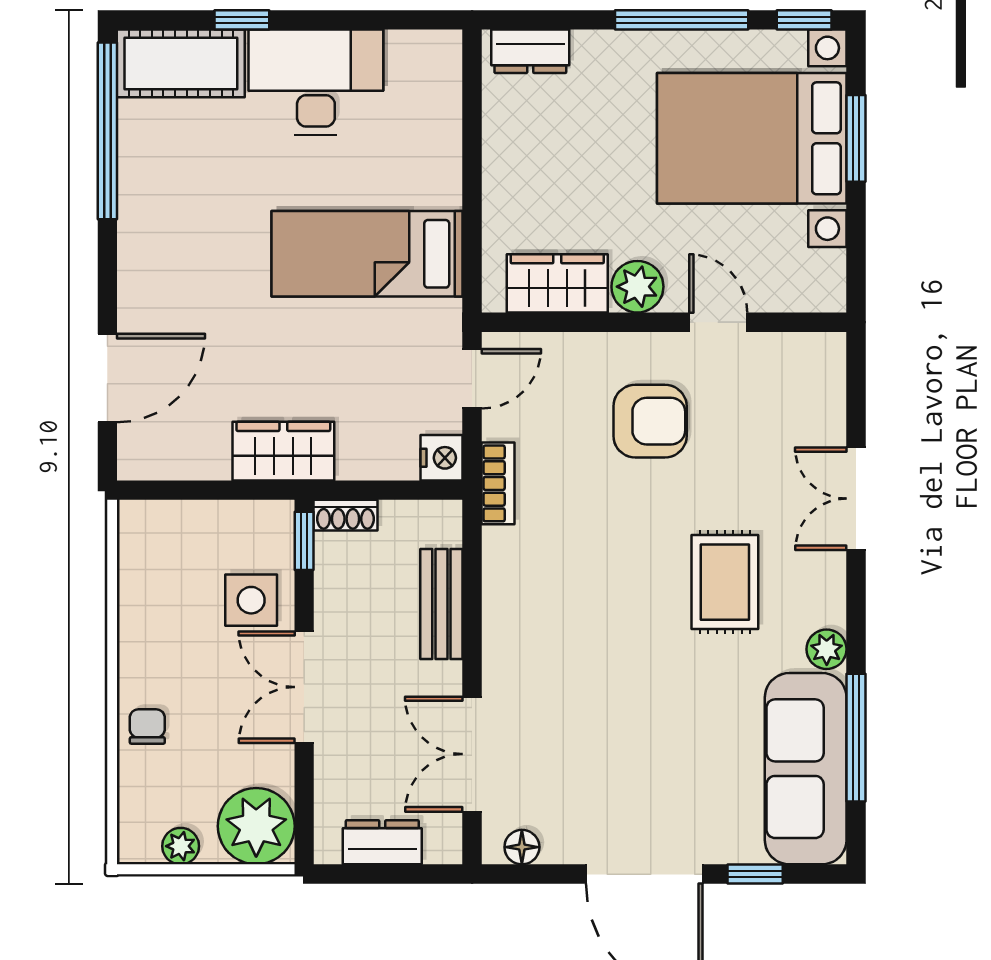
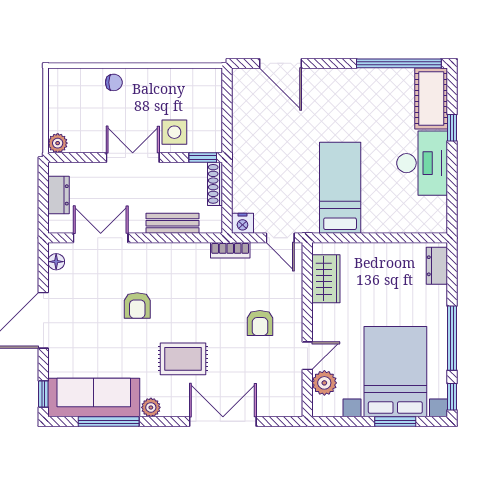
plant: (637, 287) -> (324, 383), moved
armchair: (650, 421) -> (260, 323), width x0.72, depth x0.72
wardrobe: (283, 451) -> (246, 148), removed
double door: (856, 499) -> (223, 422), width x1.37
shoe rack: (346, 515) -> (215, 184), width x1.43
armchair: (613, 678) -> (137, 306), added
plant: (256, 826) -> (58, 143), width x0.53, depth x0.53
plant: (181, 846) -> (57, 98), removed
window: (755, 874) -> (43, 394), moved

